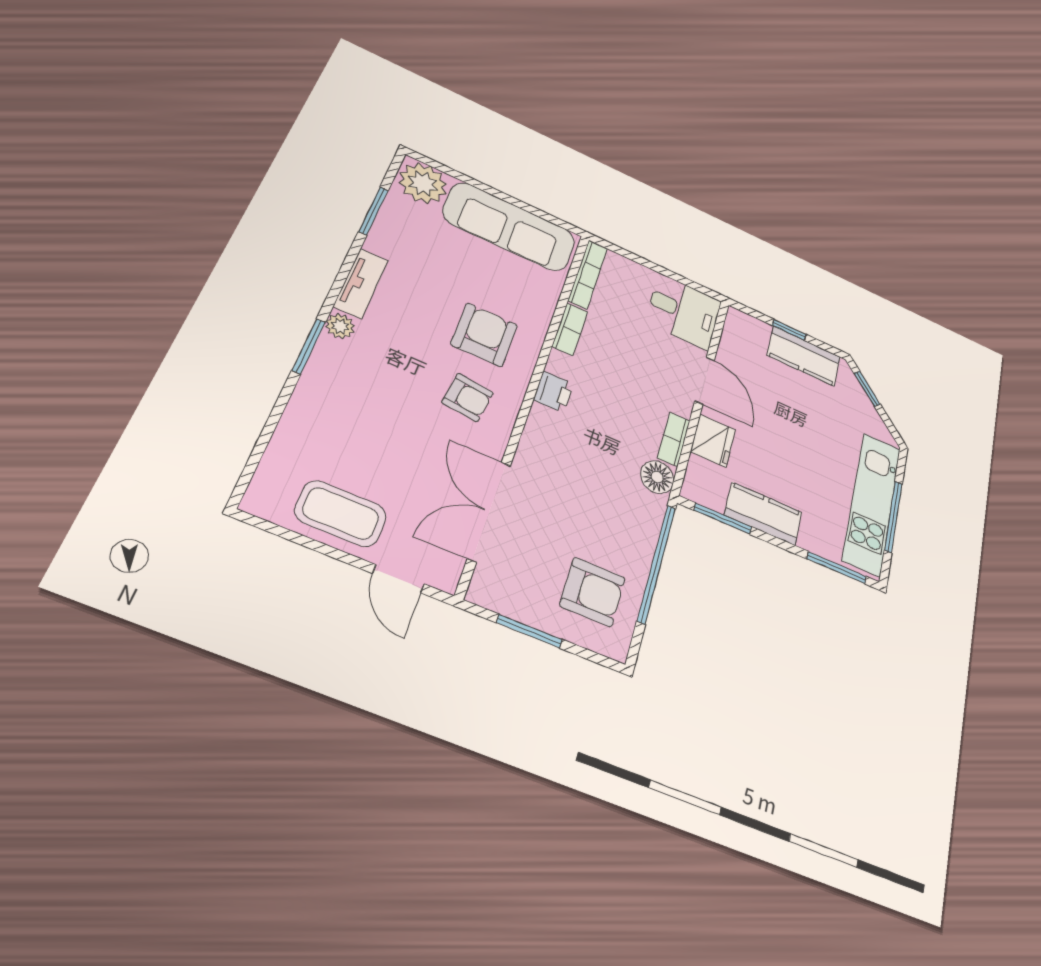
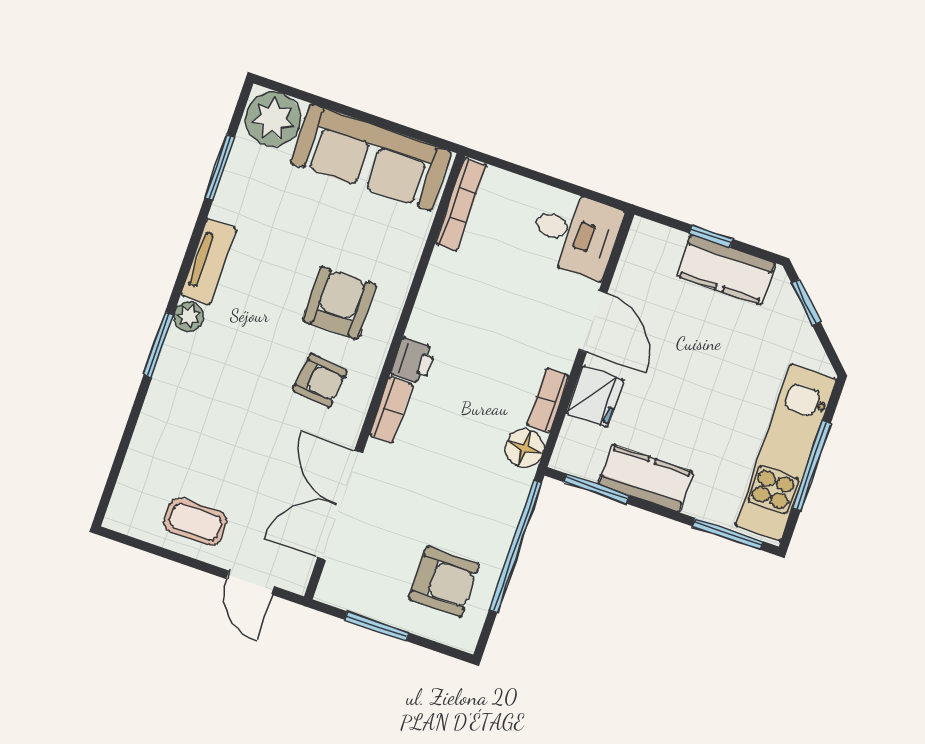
bookcase: (570, 329) -> (391, 410), moved
coffee table: (341, 514) -> (195, 522), width x0.73, depth x0.77

